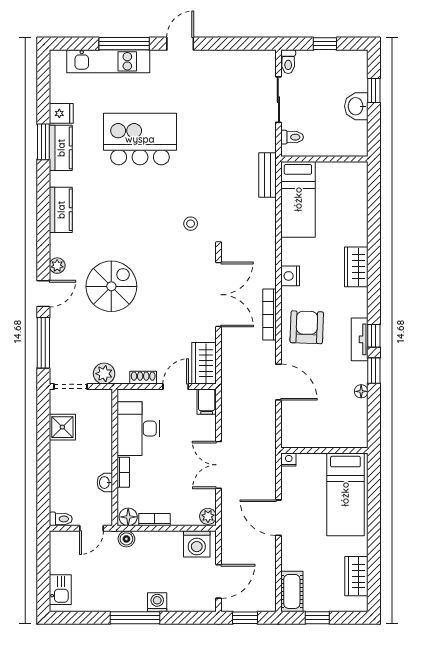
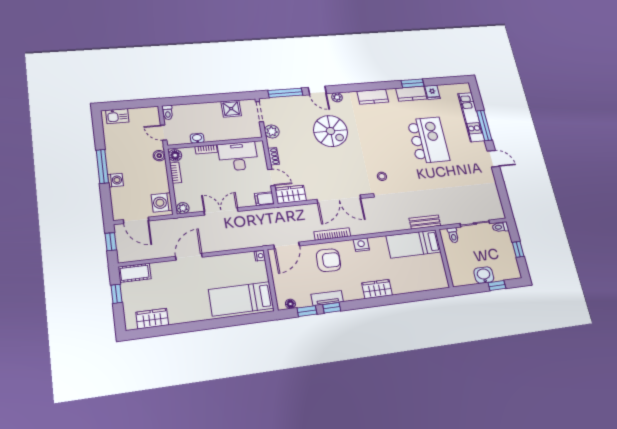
wall: (324, 450) -> (271, 280), moved
nightstand: (289, 460) -> (260, 256), moved
bed: (345, 494) -> (241, 299), moved

